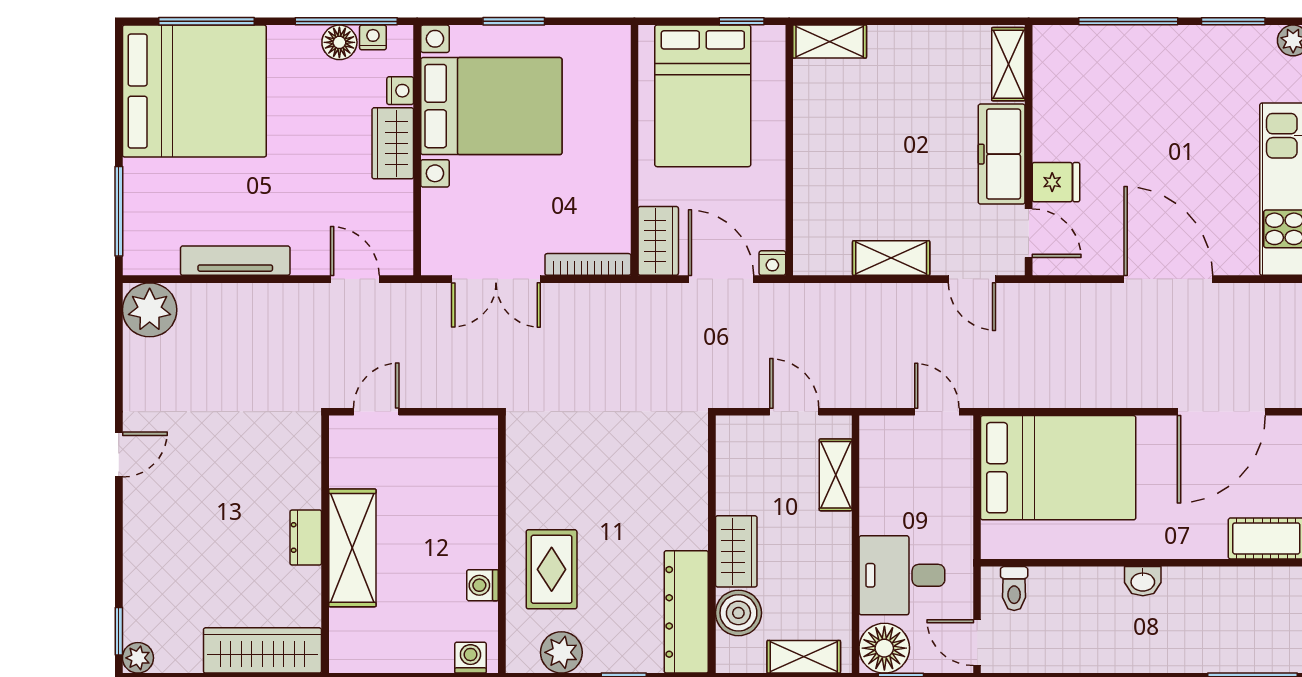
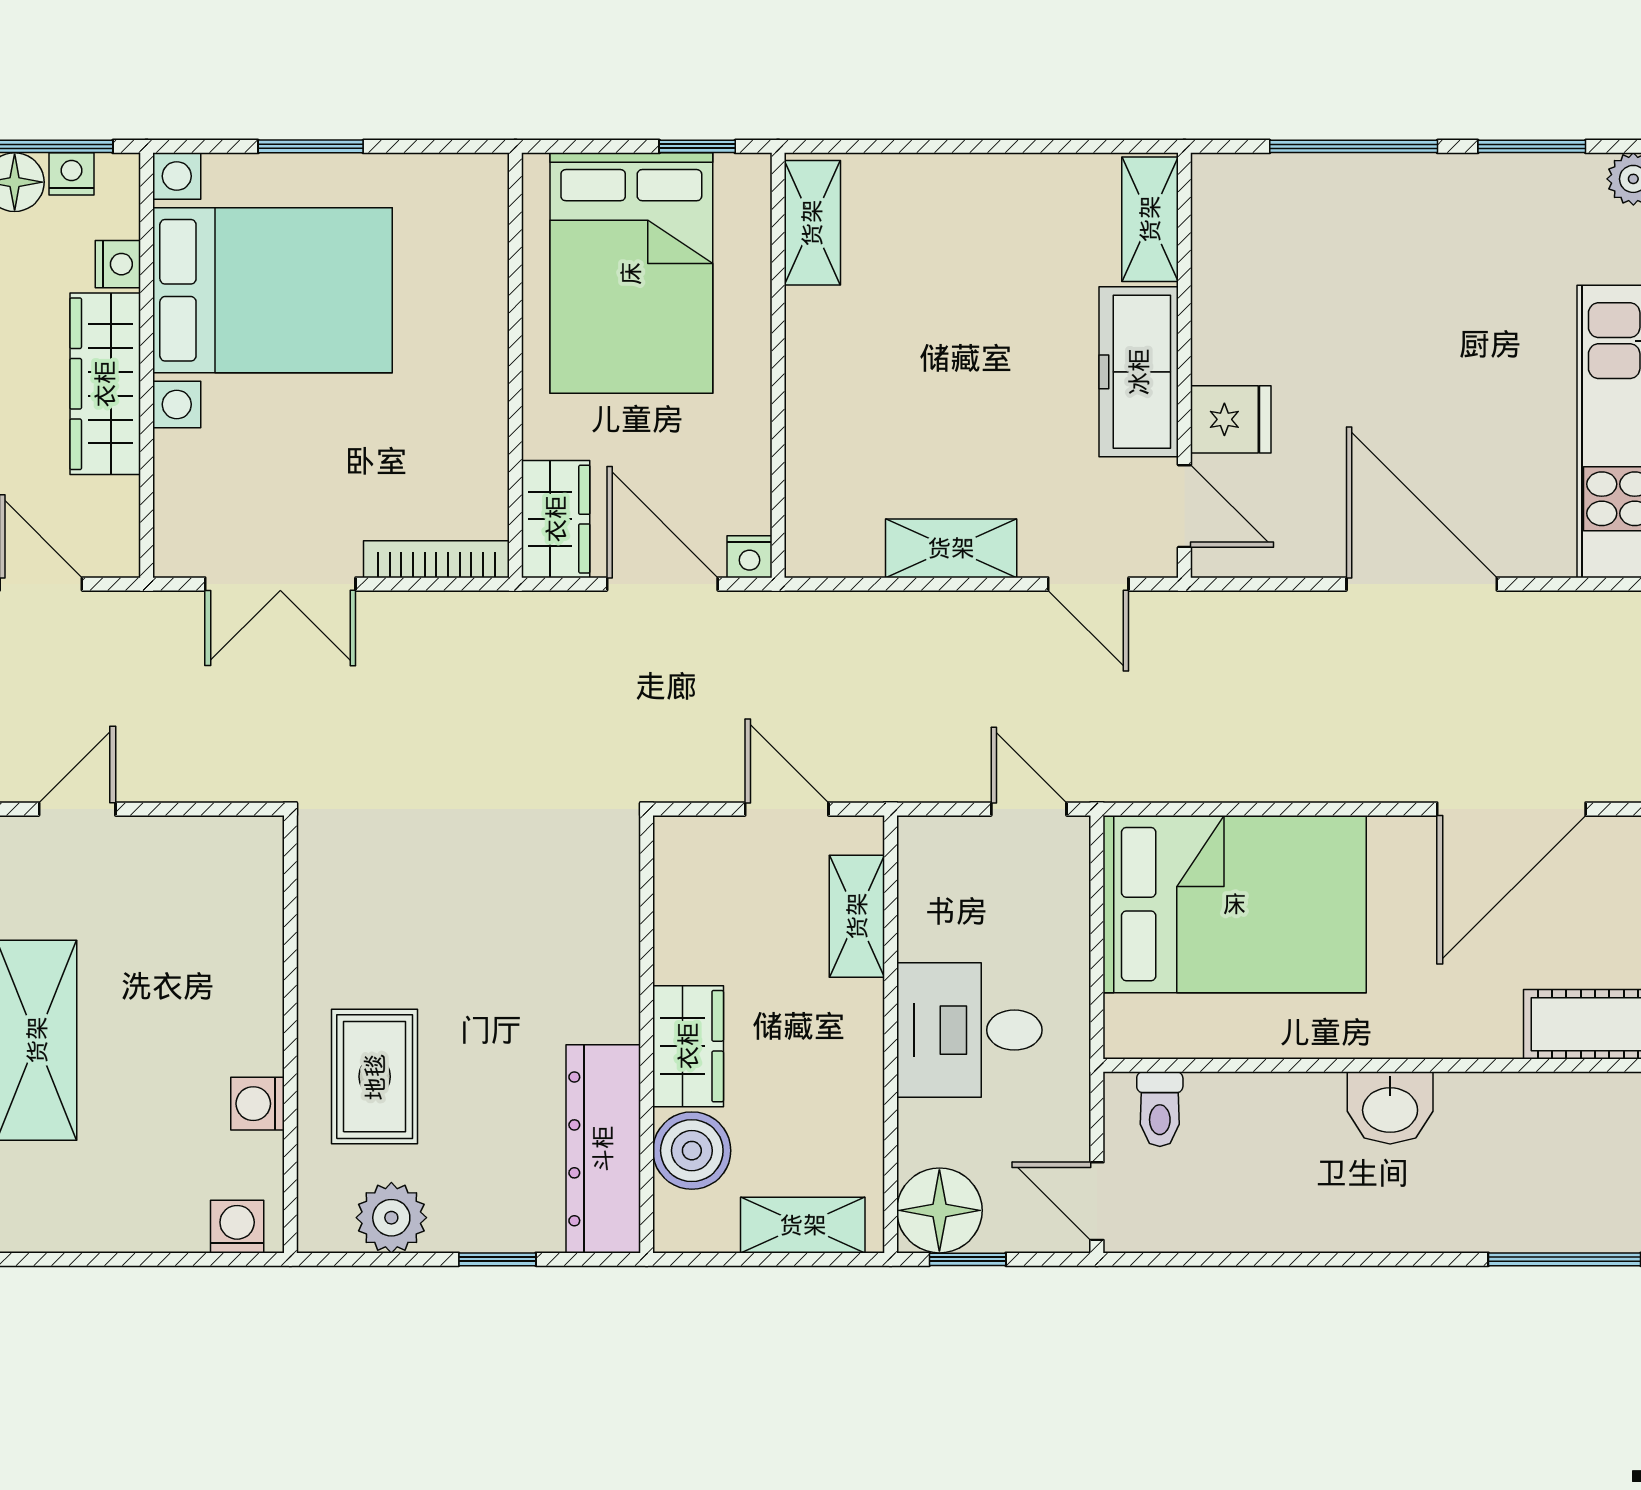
shelving: (830, 42) -> (812, 223), moved, turned 90
wardrobe: (393, 143) -> (105, 384), width x1.50
desk: (902, 575) -> (969, 1030), moved
washbasin: (1143, 581) -> (1390, 1108), width x1.38, depth x1.45

